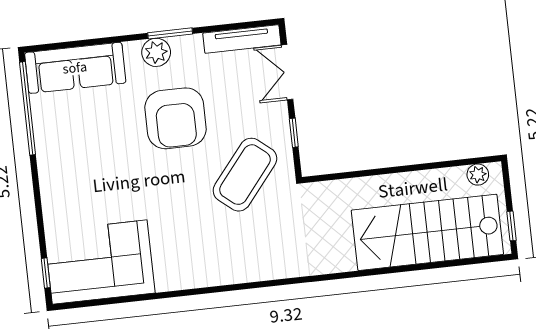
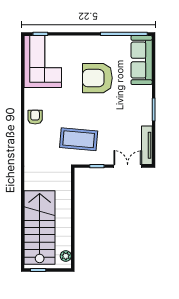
plant: (156, 52) -> (145, 101), removed
armchair: (176, 118) -> (97, 78), moved
coffee table: (245, 175) -> (79, 139), turned -34
armchair: (211, 265) -> (35, 117), added

